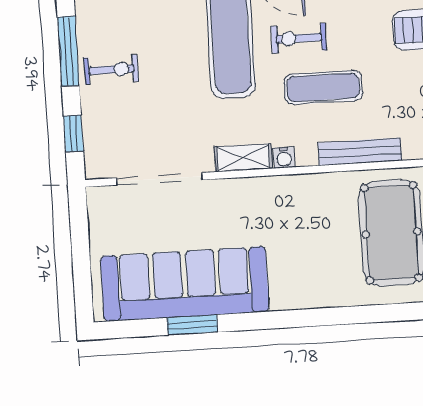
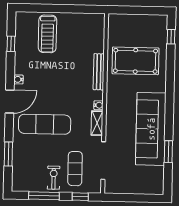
exercise bike: (299, 38) -> (47, 94), removed
exercise mat: (323, 87) -> (75, 169), moved
sofa: (185, 284) -> (151, 129), moved

